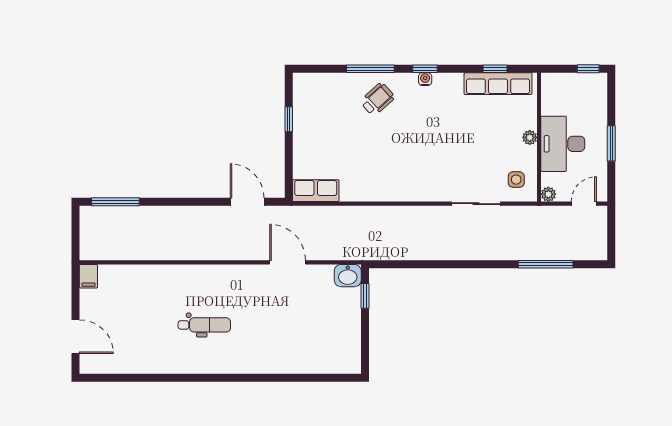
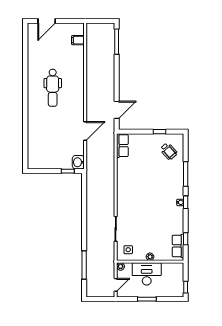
row of seats: (498, 84) -> (178, 246), width x0.68
wheelchair: (378, 99) -> (169, 151), moved
door: (584, 204) -> (116, 285), hinge flipped
filing cabinet: (88, 276) -> (78, 40), moved
dental chair: (204, 325) -> (53, 88), width x1.36, depth x1.38

